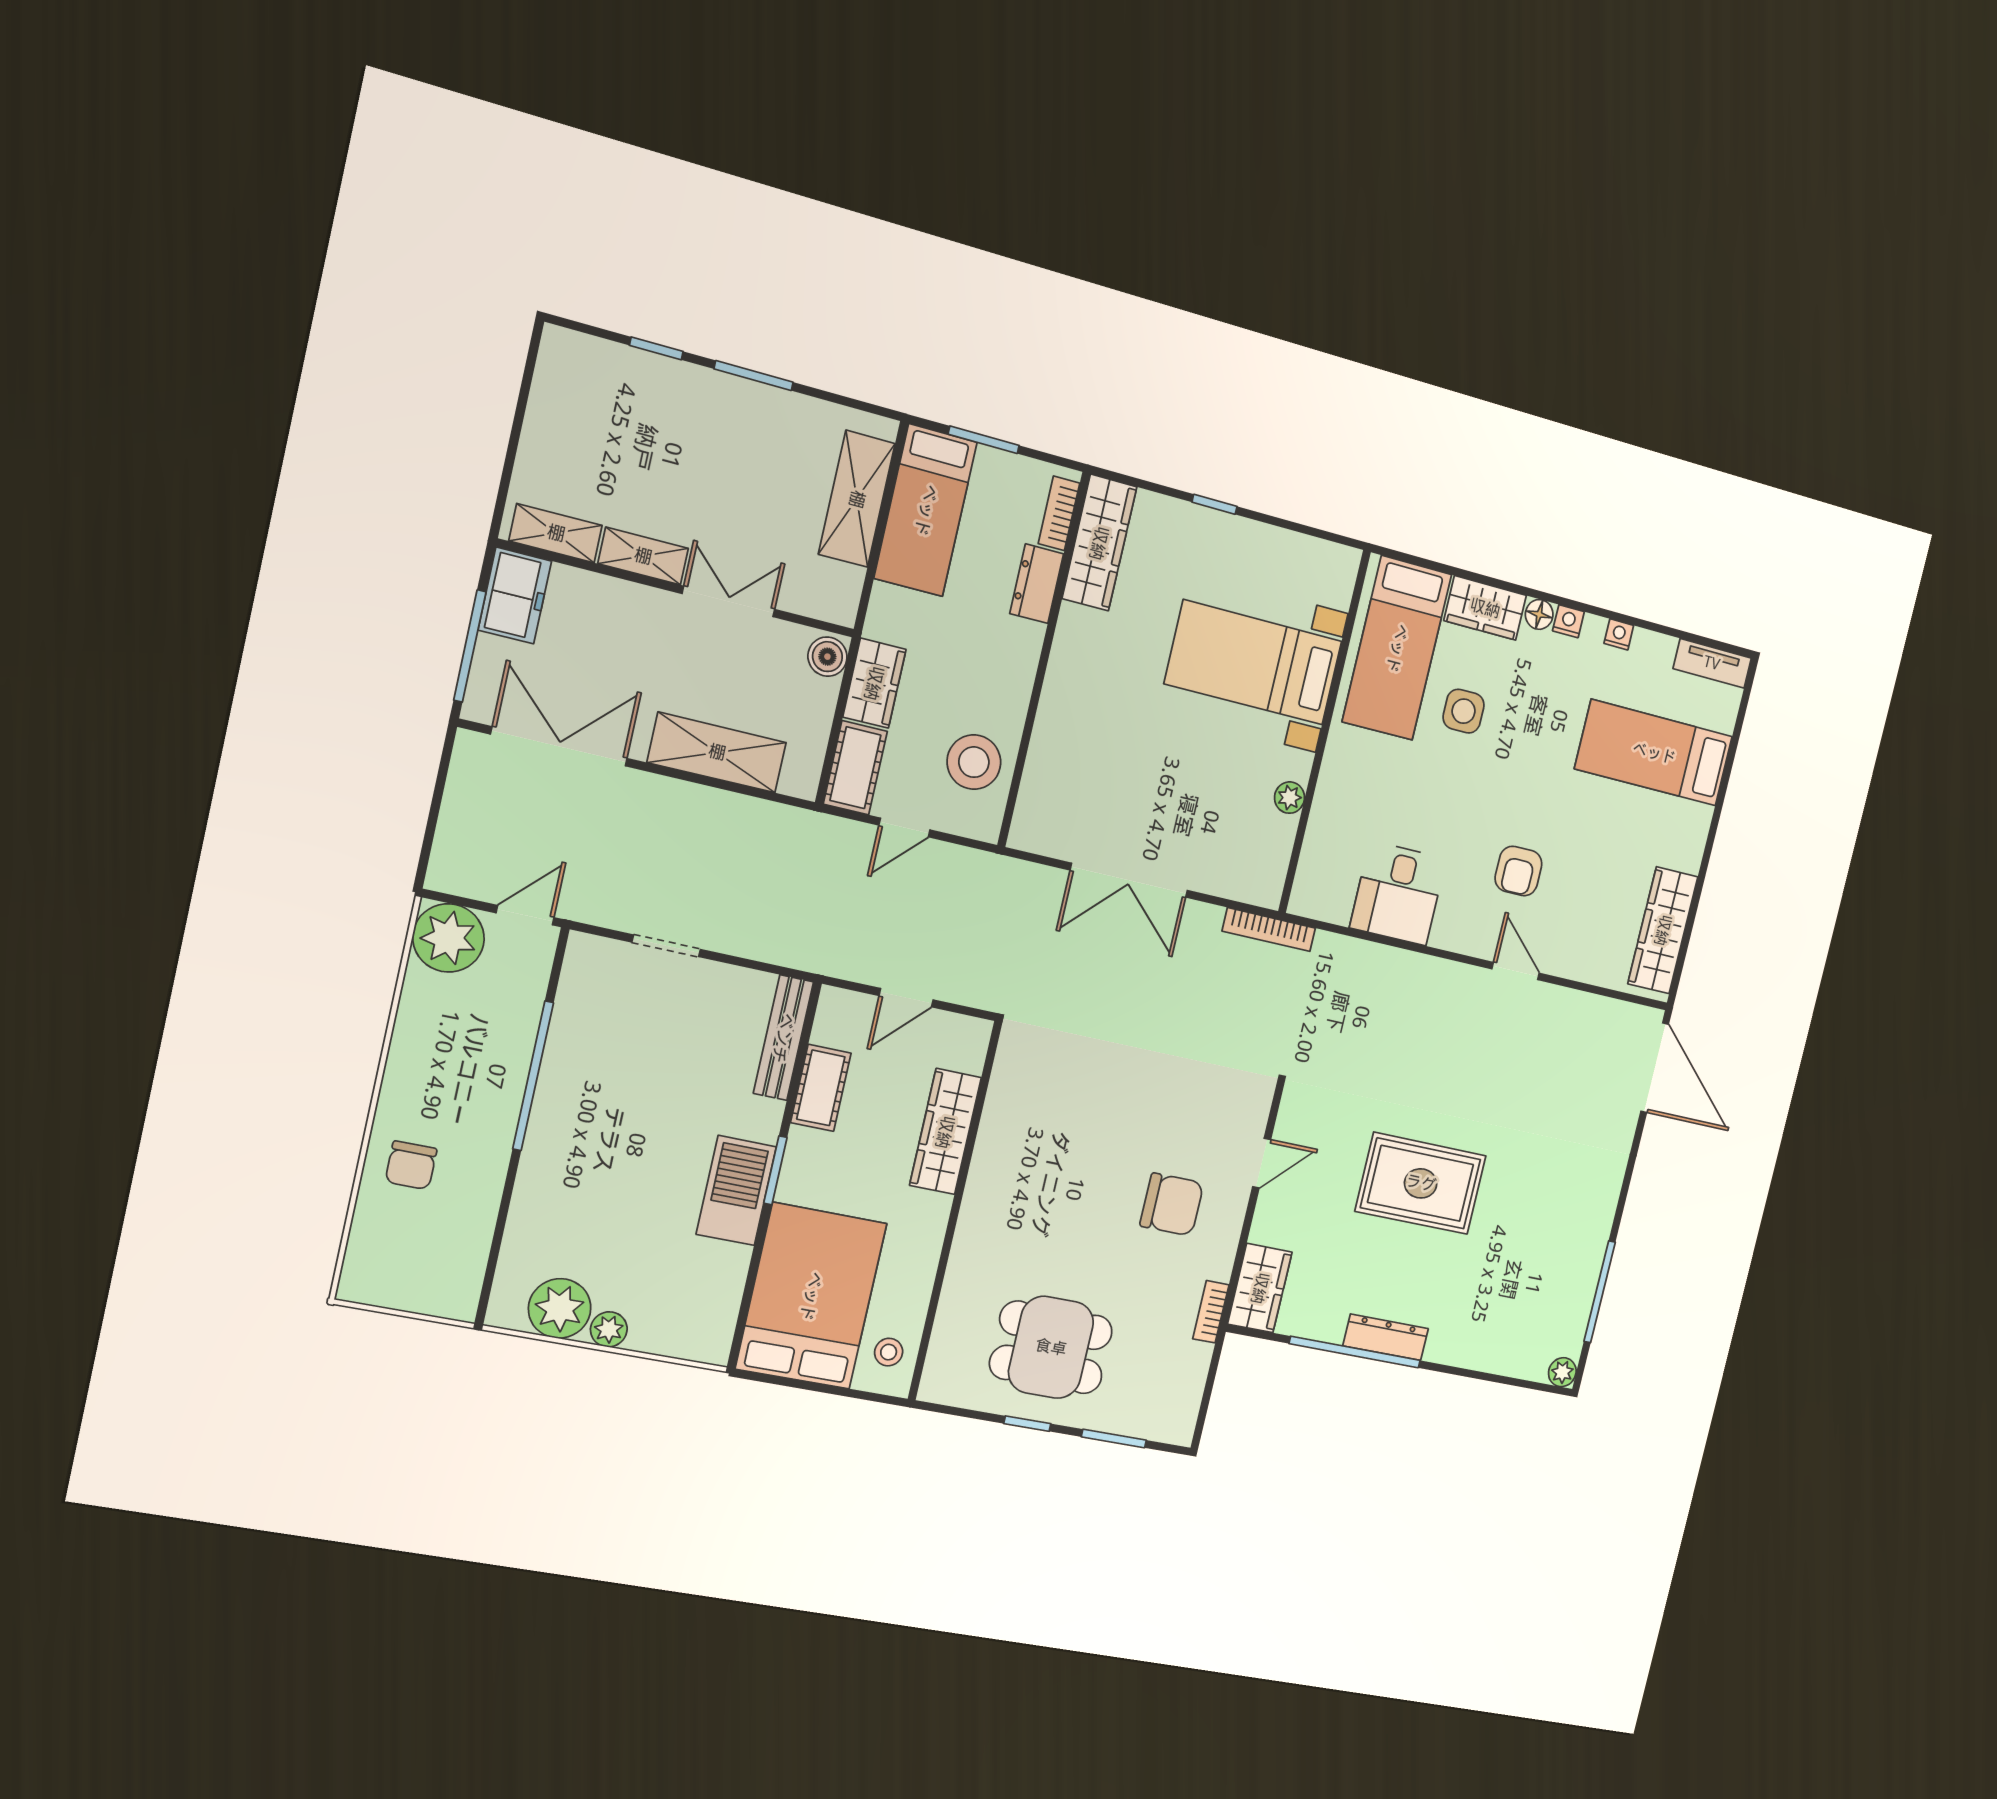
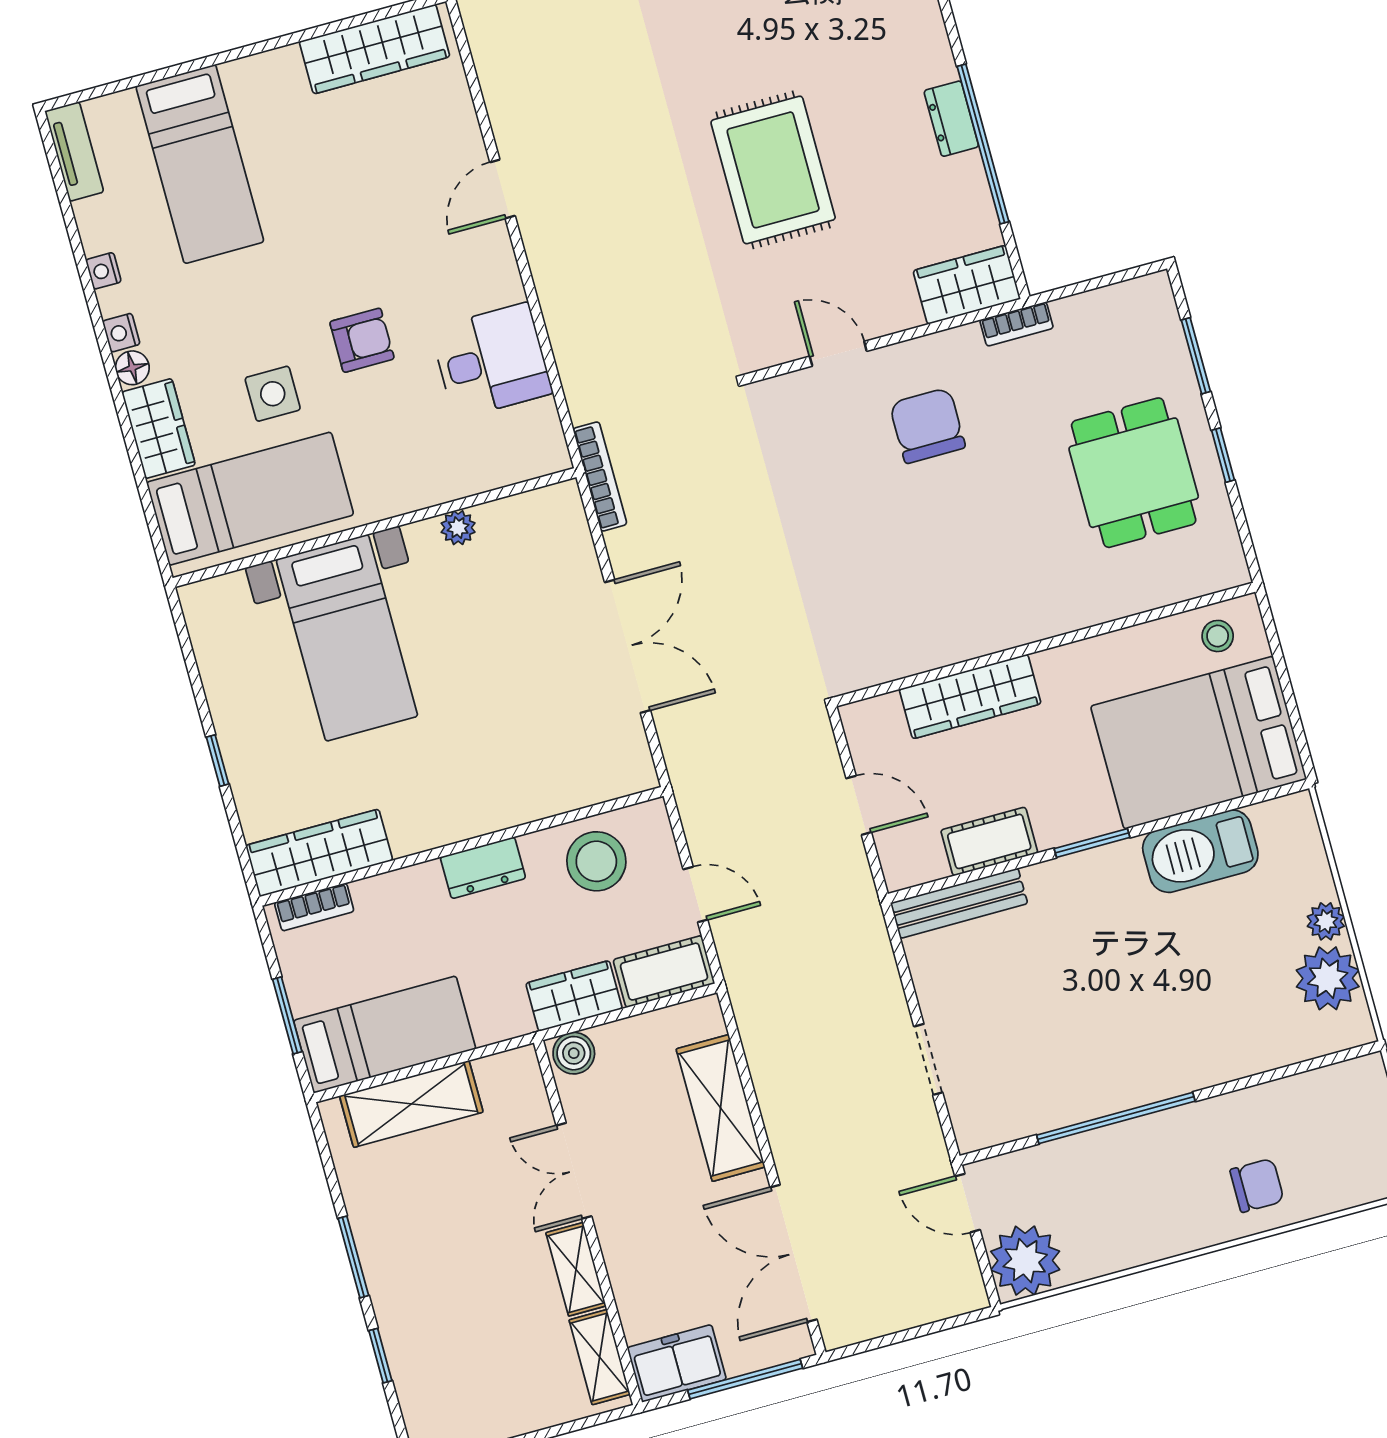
dresser: (1037, 584) -> (483, 868), moved
armchair: (1518, 871) -> (362, 340), moved
barbecue: (736, 1191) -> (1200, 851), moved
dresser: (1386, 1337) -> (951, 119), width x0.70

